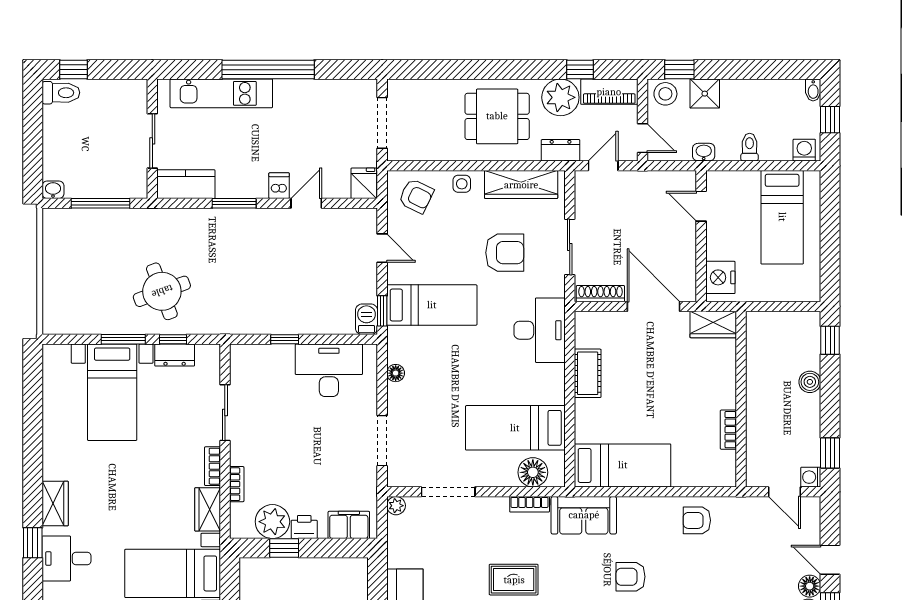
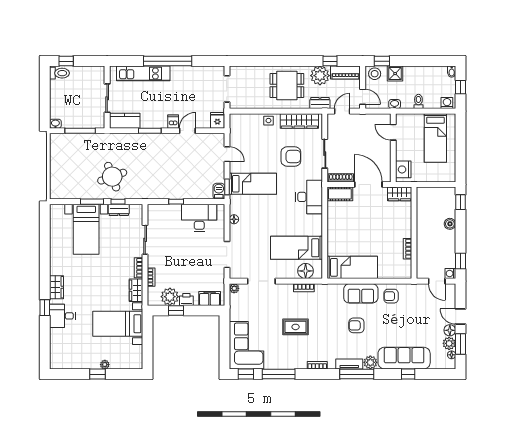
armchair: (416, 196) -> (245, 127), removed
cot: (588, 373) -> (340, 194), moved, turned 90
sofa: (584, 515) -> (361, 293), moved

